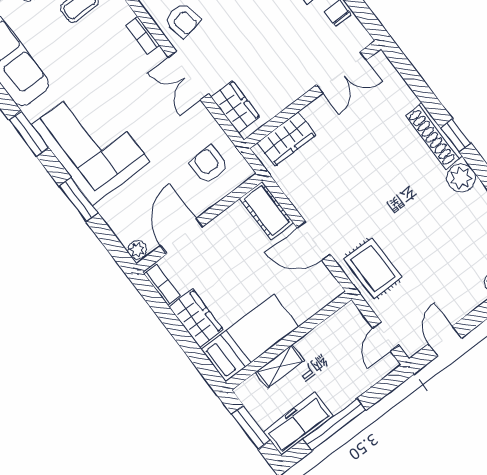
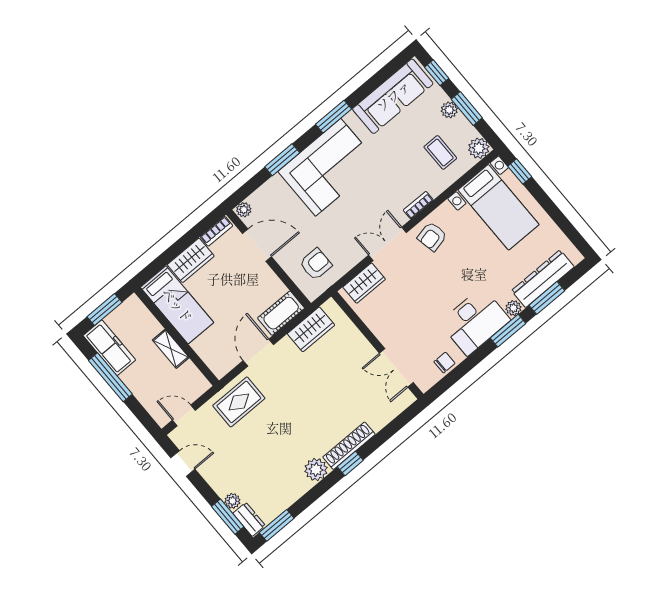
wardrobe: (287, 139) -> (311, 329), moved, turned -90
shelving: (280, 366) -> (171, 349), moved

